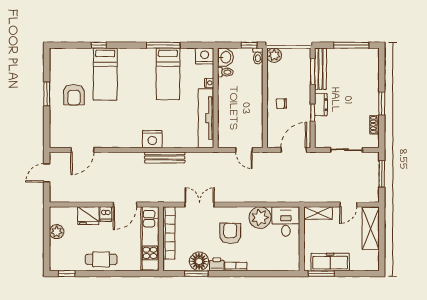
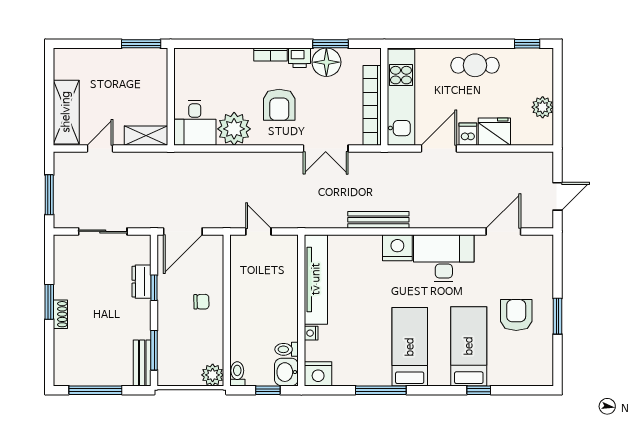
window: (249, 45) -> (268, 390), moved
bench: (321, 69) -> (142, 363), width x0.73
bed: (168, 74) -> (410, 347), moved
dresser: (321, 105) -> (142, 282), moved
shoe rack: (374, 125) -> (60, 314), moved
desk: (122, 132) -> (444, 258), added
freezer: (330, 262) -> (128, 61), removed

